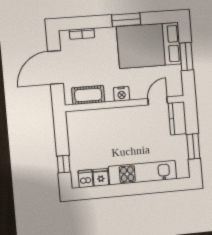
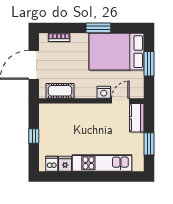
nightstand: (122, 94) -> (104, 92), moved
window: (64, 164) -> (34, 136), moved

